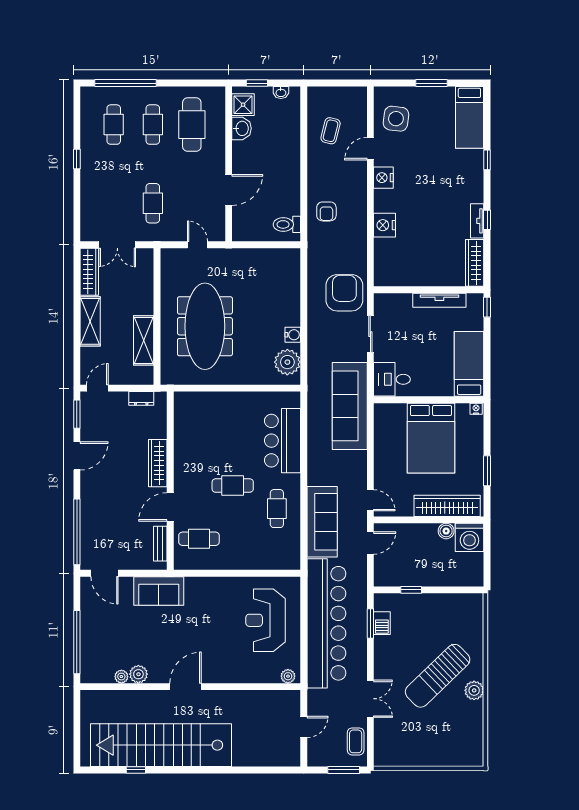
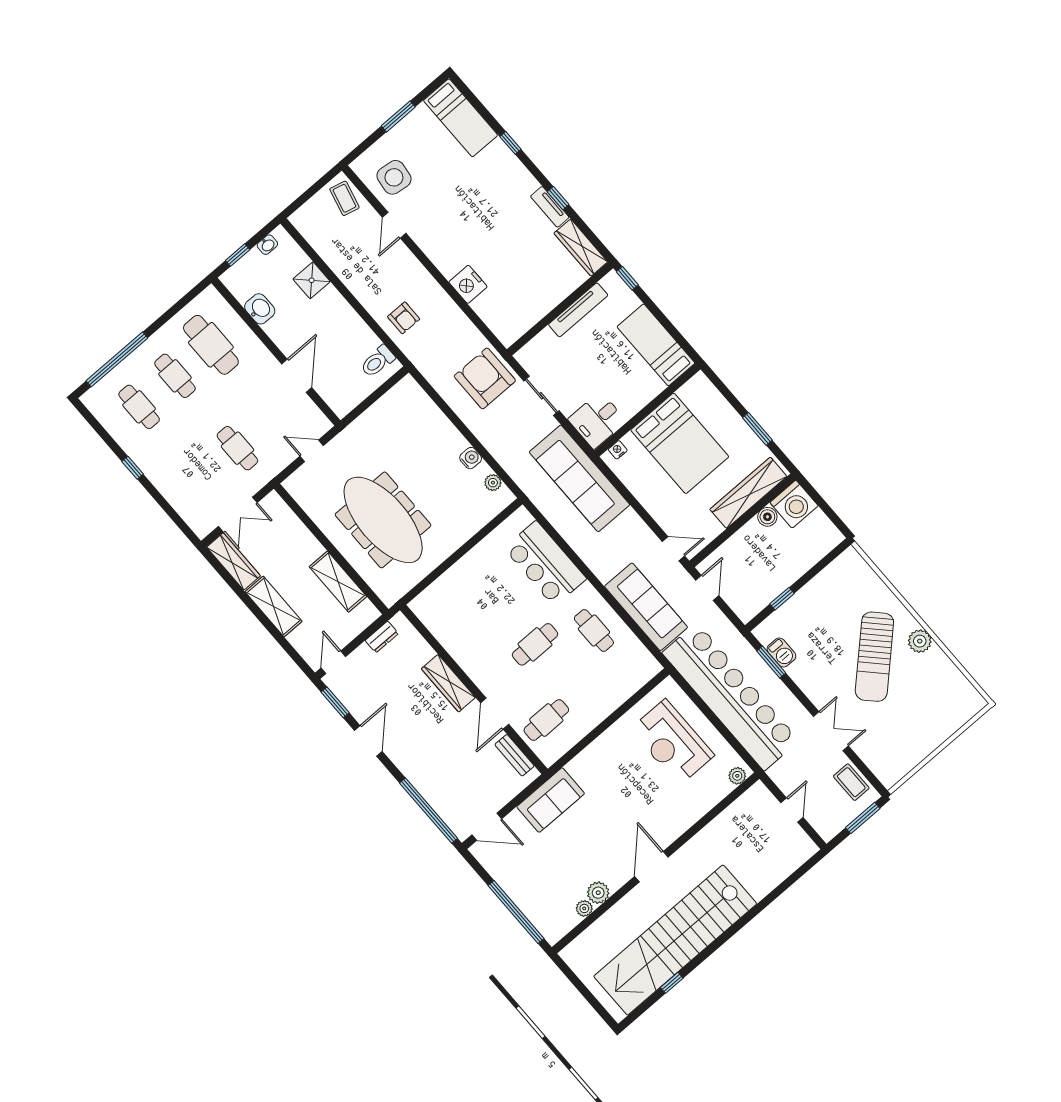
shower: (243, 105) -> (312, 280), moved
coffee table: (331, 131) -> (344, 198), moved
nightstand: (383, 178) -> (429, 242), removed
plant: (287, 362) -> (493, 483), width x0.53, depth x0.53
nightstand: (476, 409) -> (618, 450), moved

